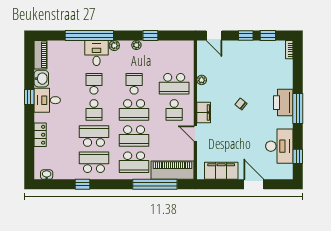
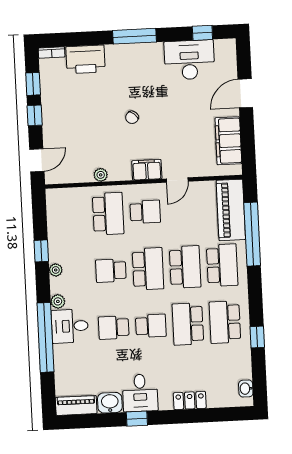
printer: (283, 103) -> (85, 59), moved

